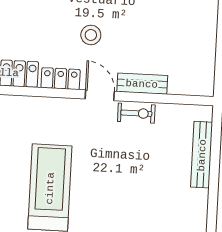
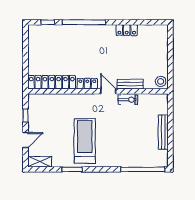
stool: (91, 35) -> (161, 81), moved
bench: (202, 155) -> (163, 132), moved

